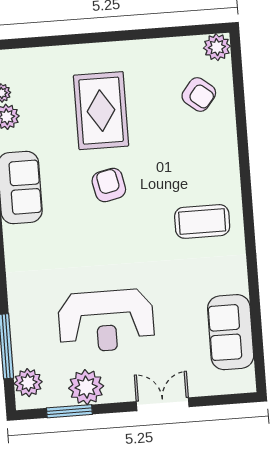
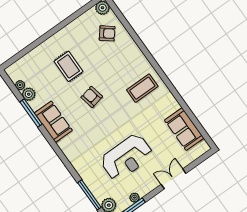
rug: (101, 111) -> (69, 66), width x0.73, depth x0.70
plant: (86, 387) -> (134, 198), width x0.53, depth x0.53

